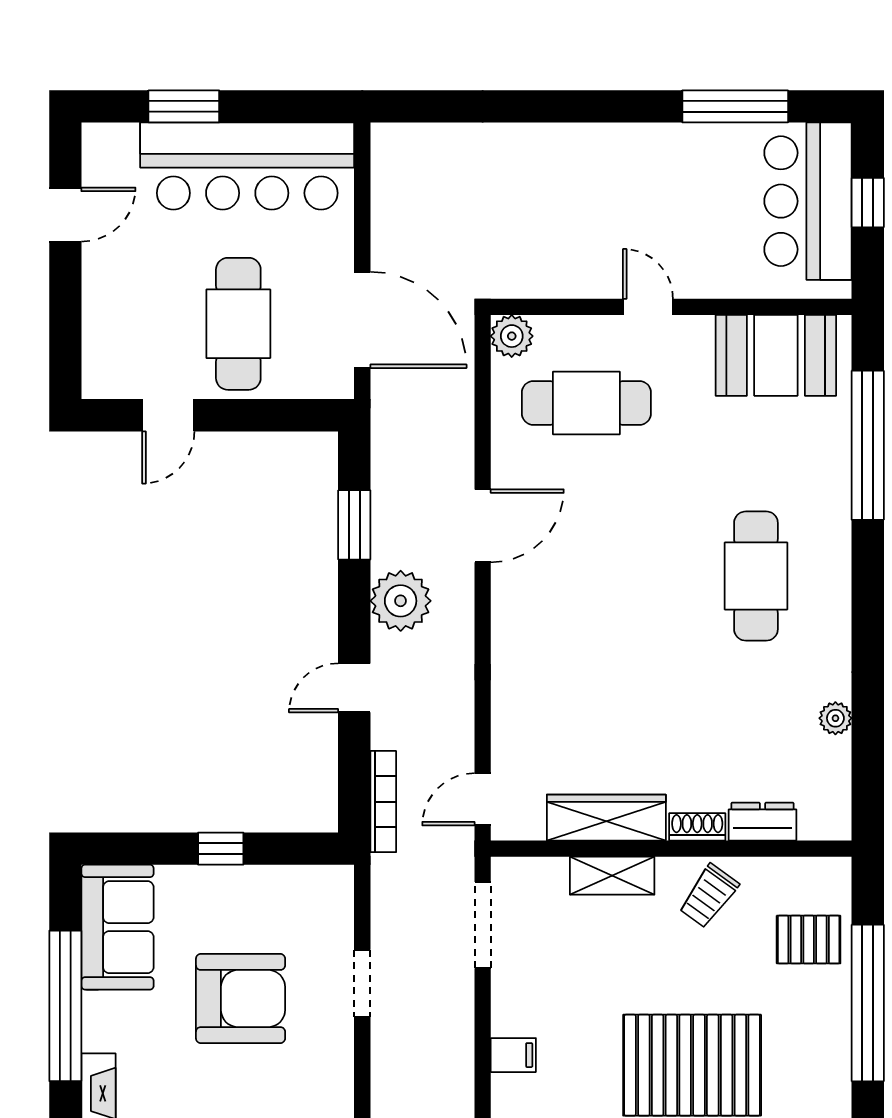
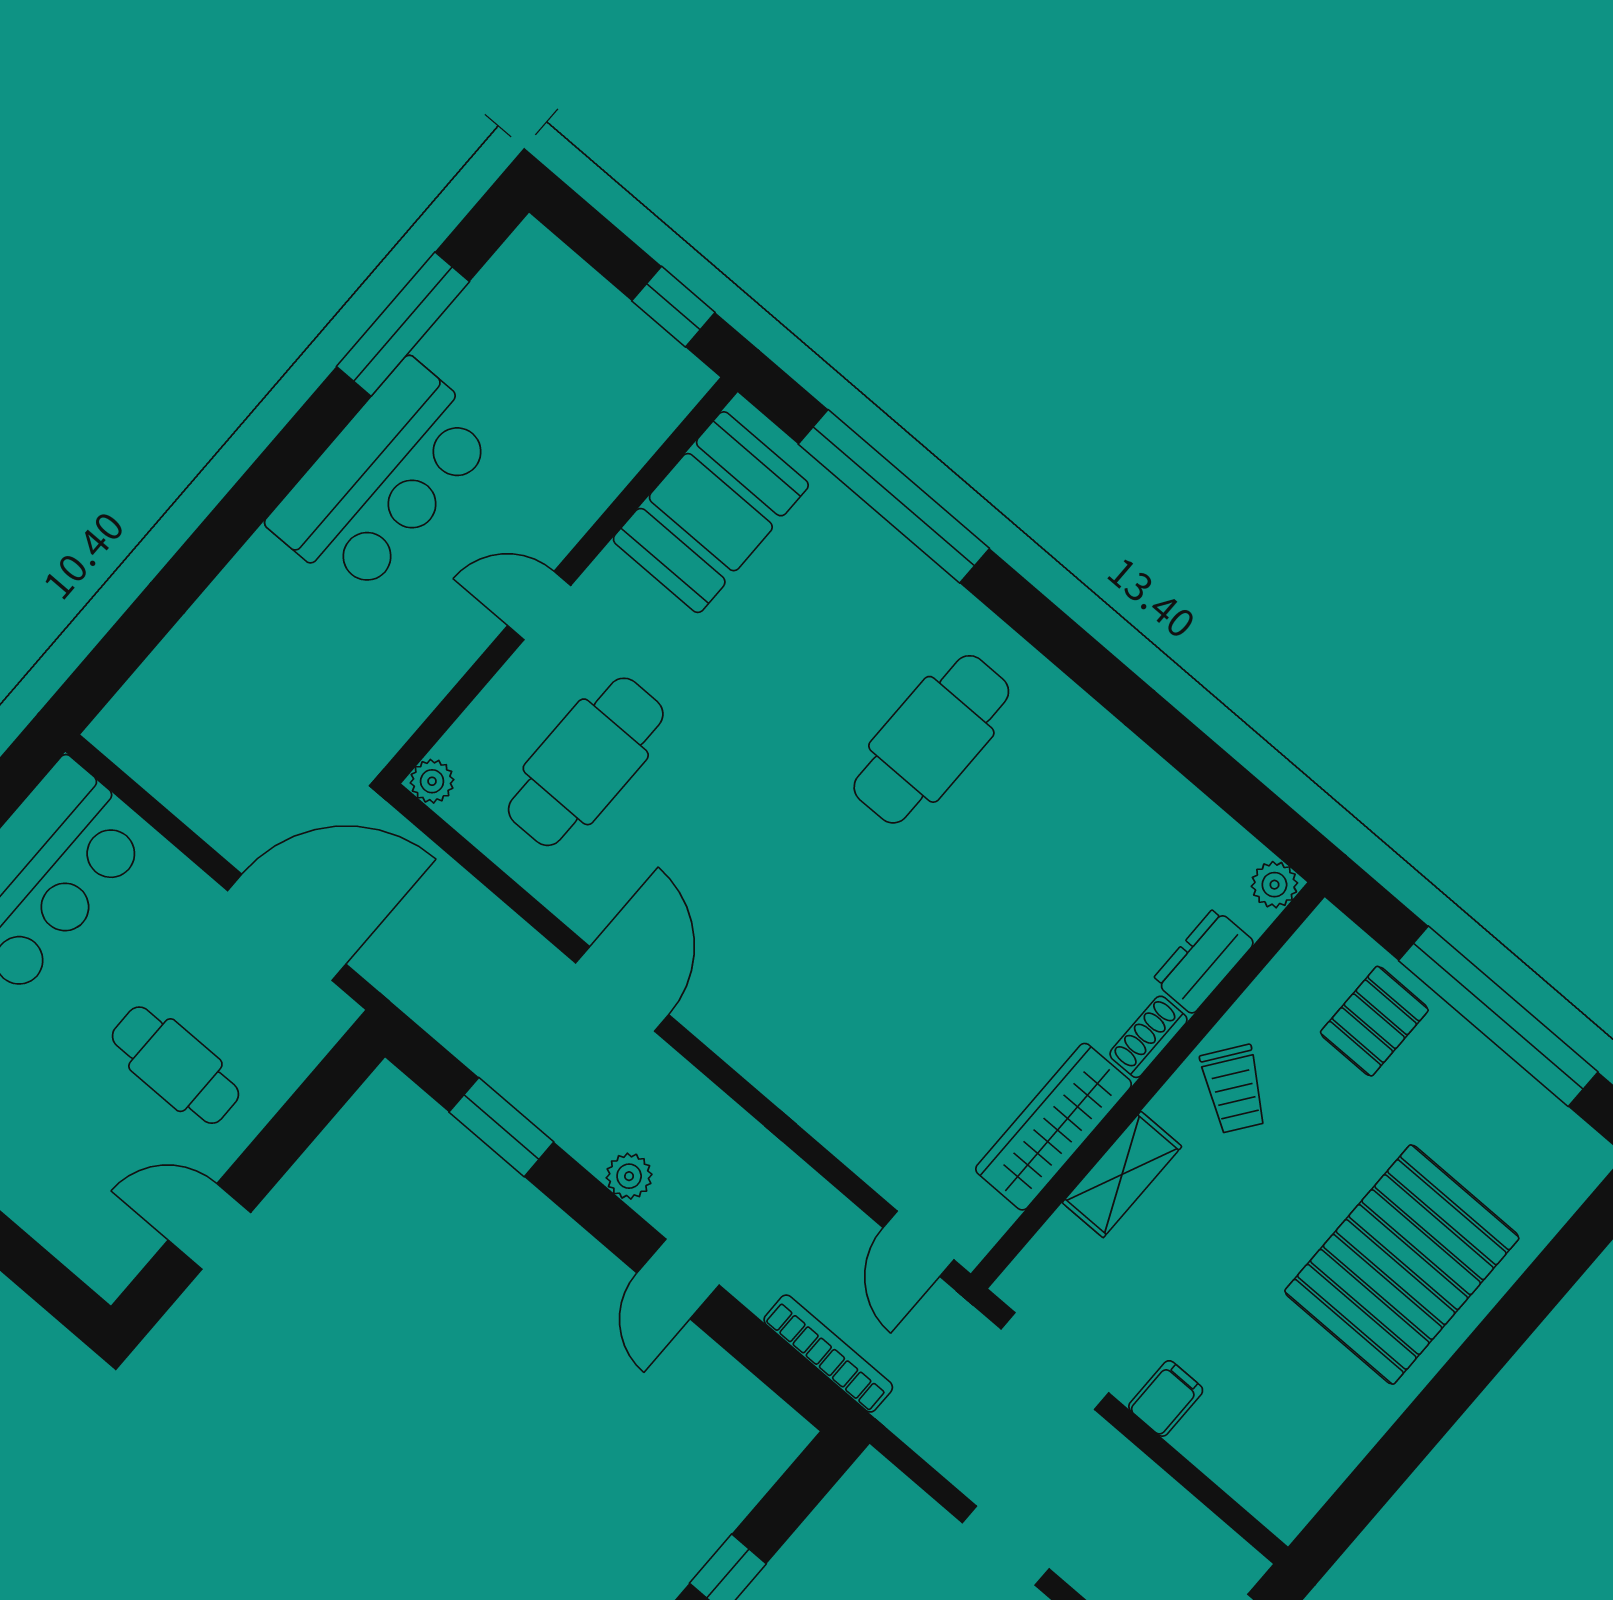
bar counter: (808, 201) -> (383, 479), moved, turned -90
window: (868, 203) -> (673, 307), moved
cafe table: (238, 324) -> (175, 1065), width x0.73, depth x0.74
plant: (512, 336) -> (432, 781), width x0.73, depth x0.73
door: (168, 415) -> (209, 1226), swing flipped
cafe table: (756, 576) -> (931, 739), turned 90
plant: (401, 601) -> (629, 1176), width x0.53, depth x0.53
plant: (835, 718) -> (1274, 885), moved
filing cabinet: (513, 1055) -> (1166, 1398), moved

